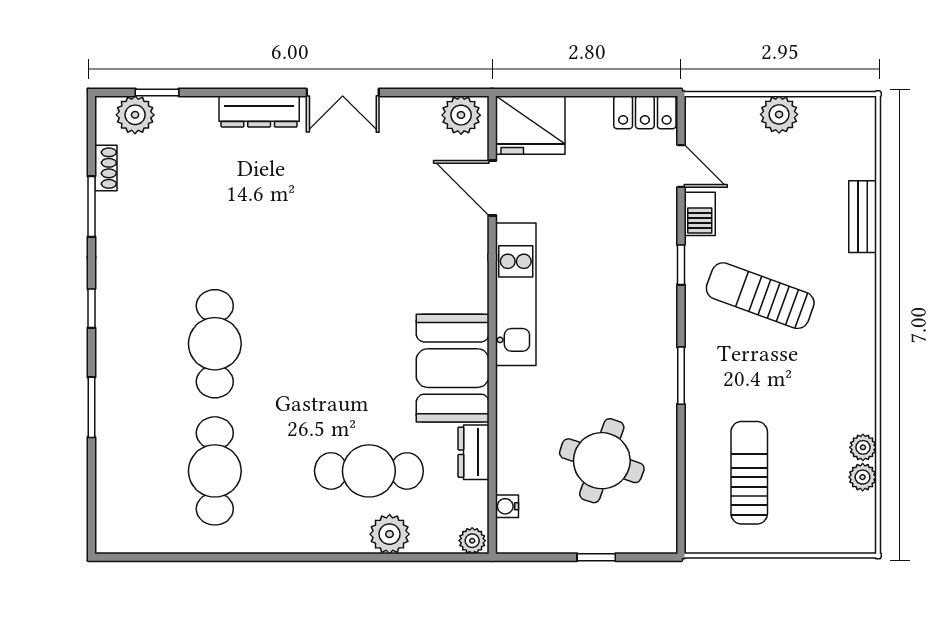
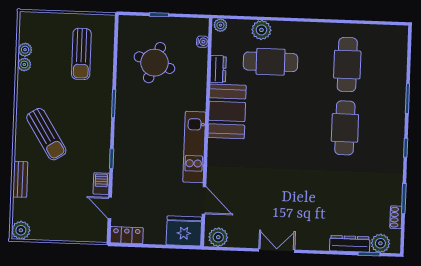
dresser: (259, 111) -> (350, 244), moved
plant: (779, 114) -> (21, 230), moved
sun lounger: (760, 296) -> (46, 134), moved, turned 38

